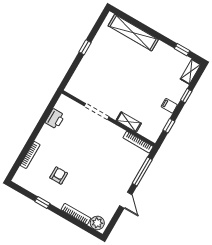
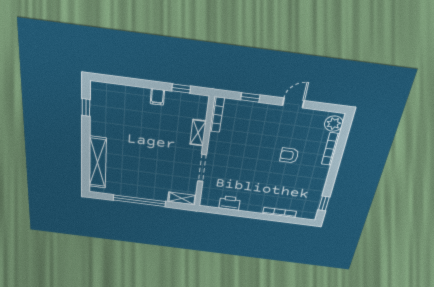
window: (85, 47) -> (139, 201), width x3.17
shelving: (191, 72) -> (182, 198), moved
window: (186, 96) -> (136, 83), removed
window: (142, 171) -> (250, 97), width x0.46
armchair: (59, 175) -> (289, 155), moved
window: (42, 203) -> (324, 203), moved

